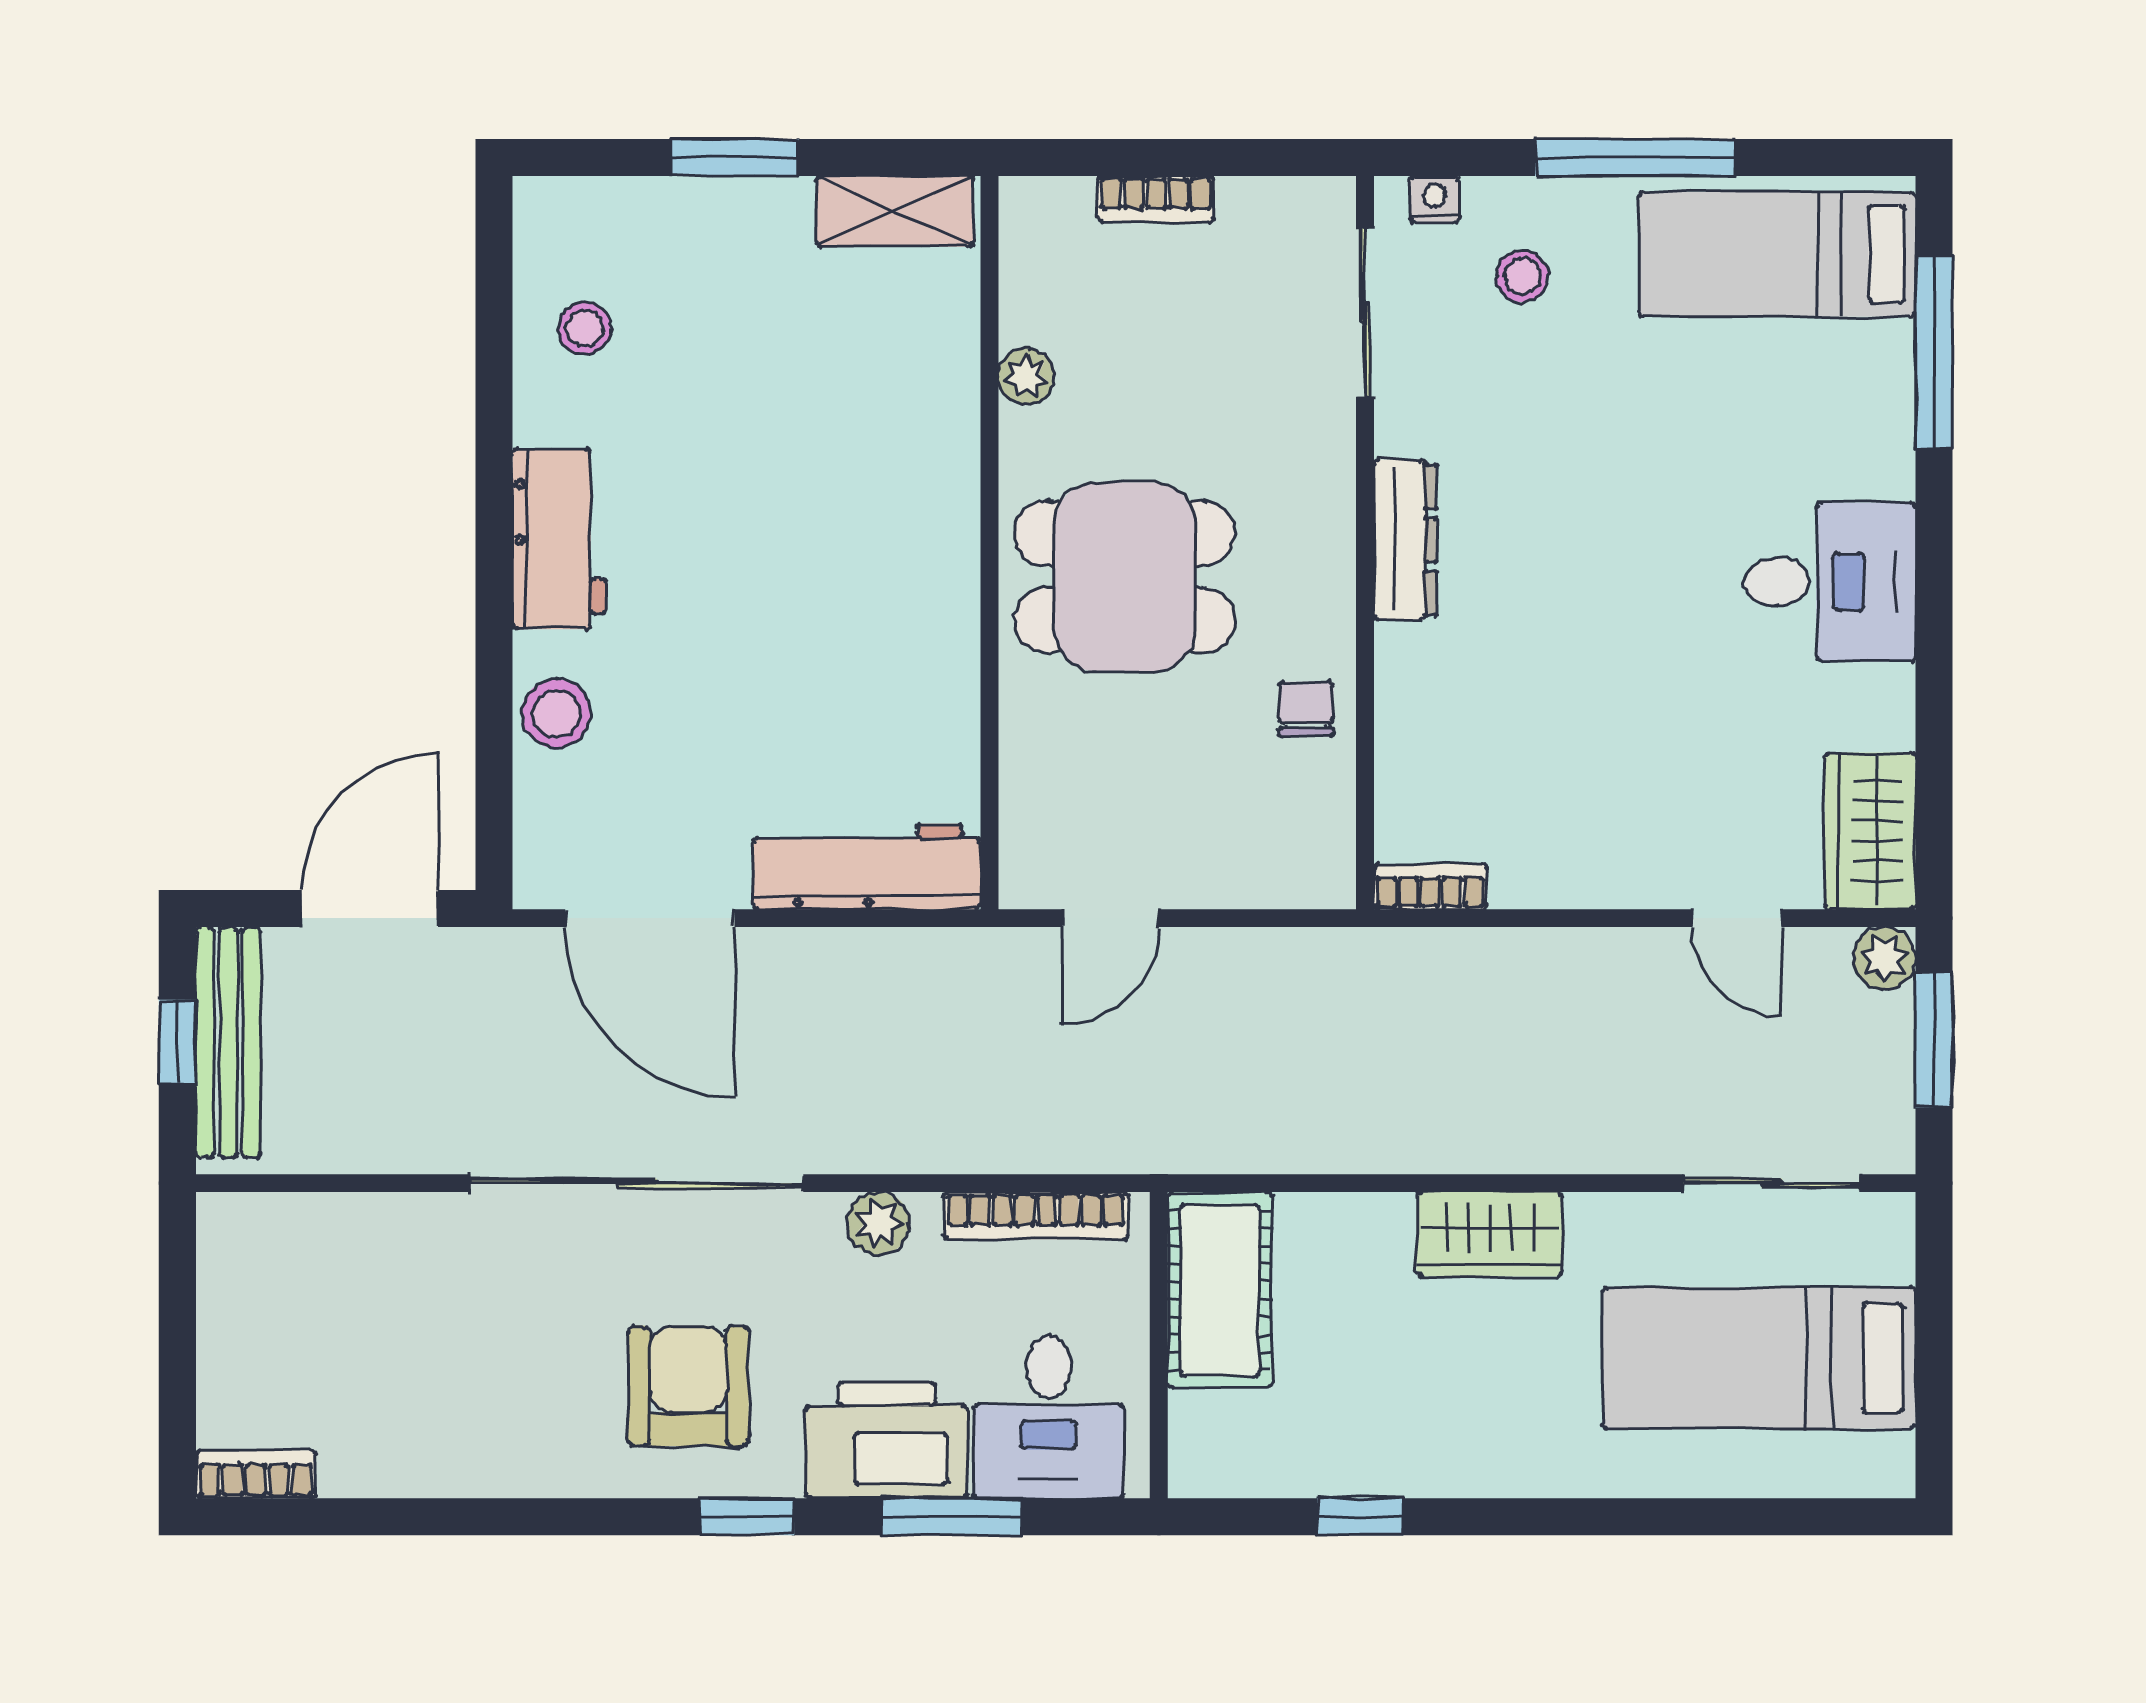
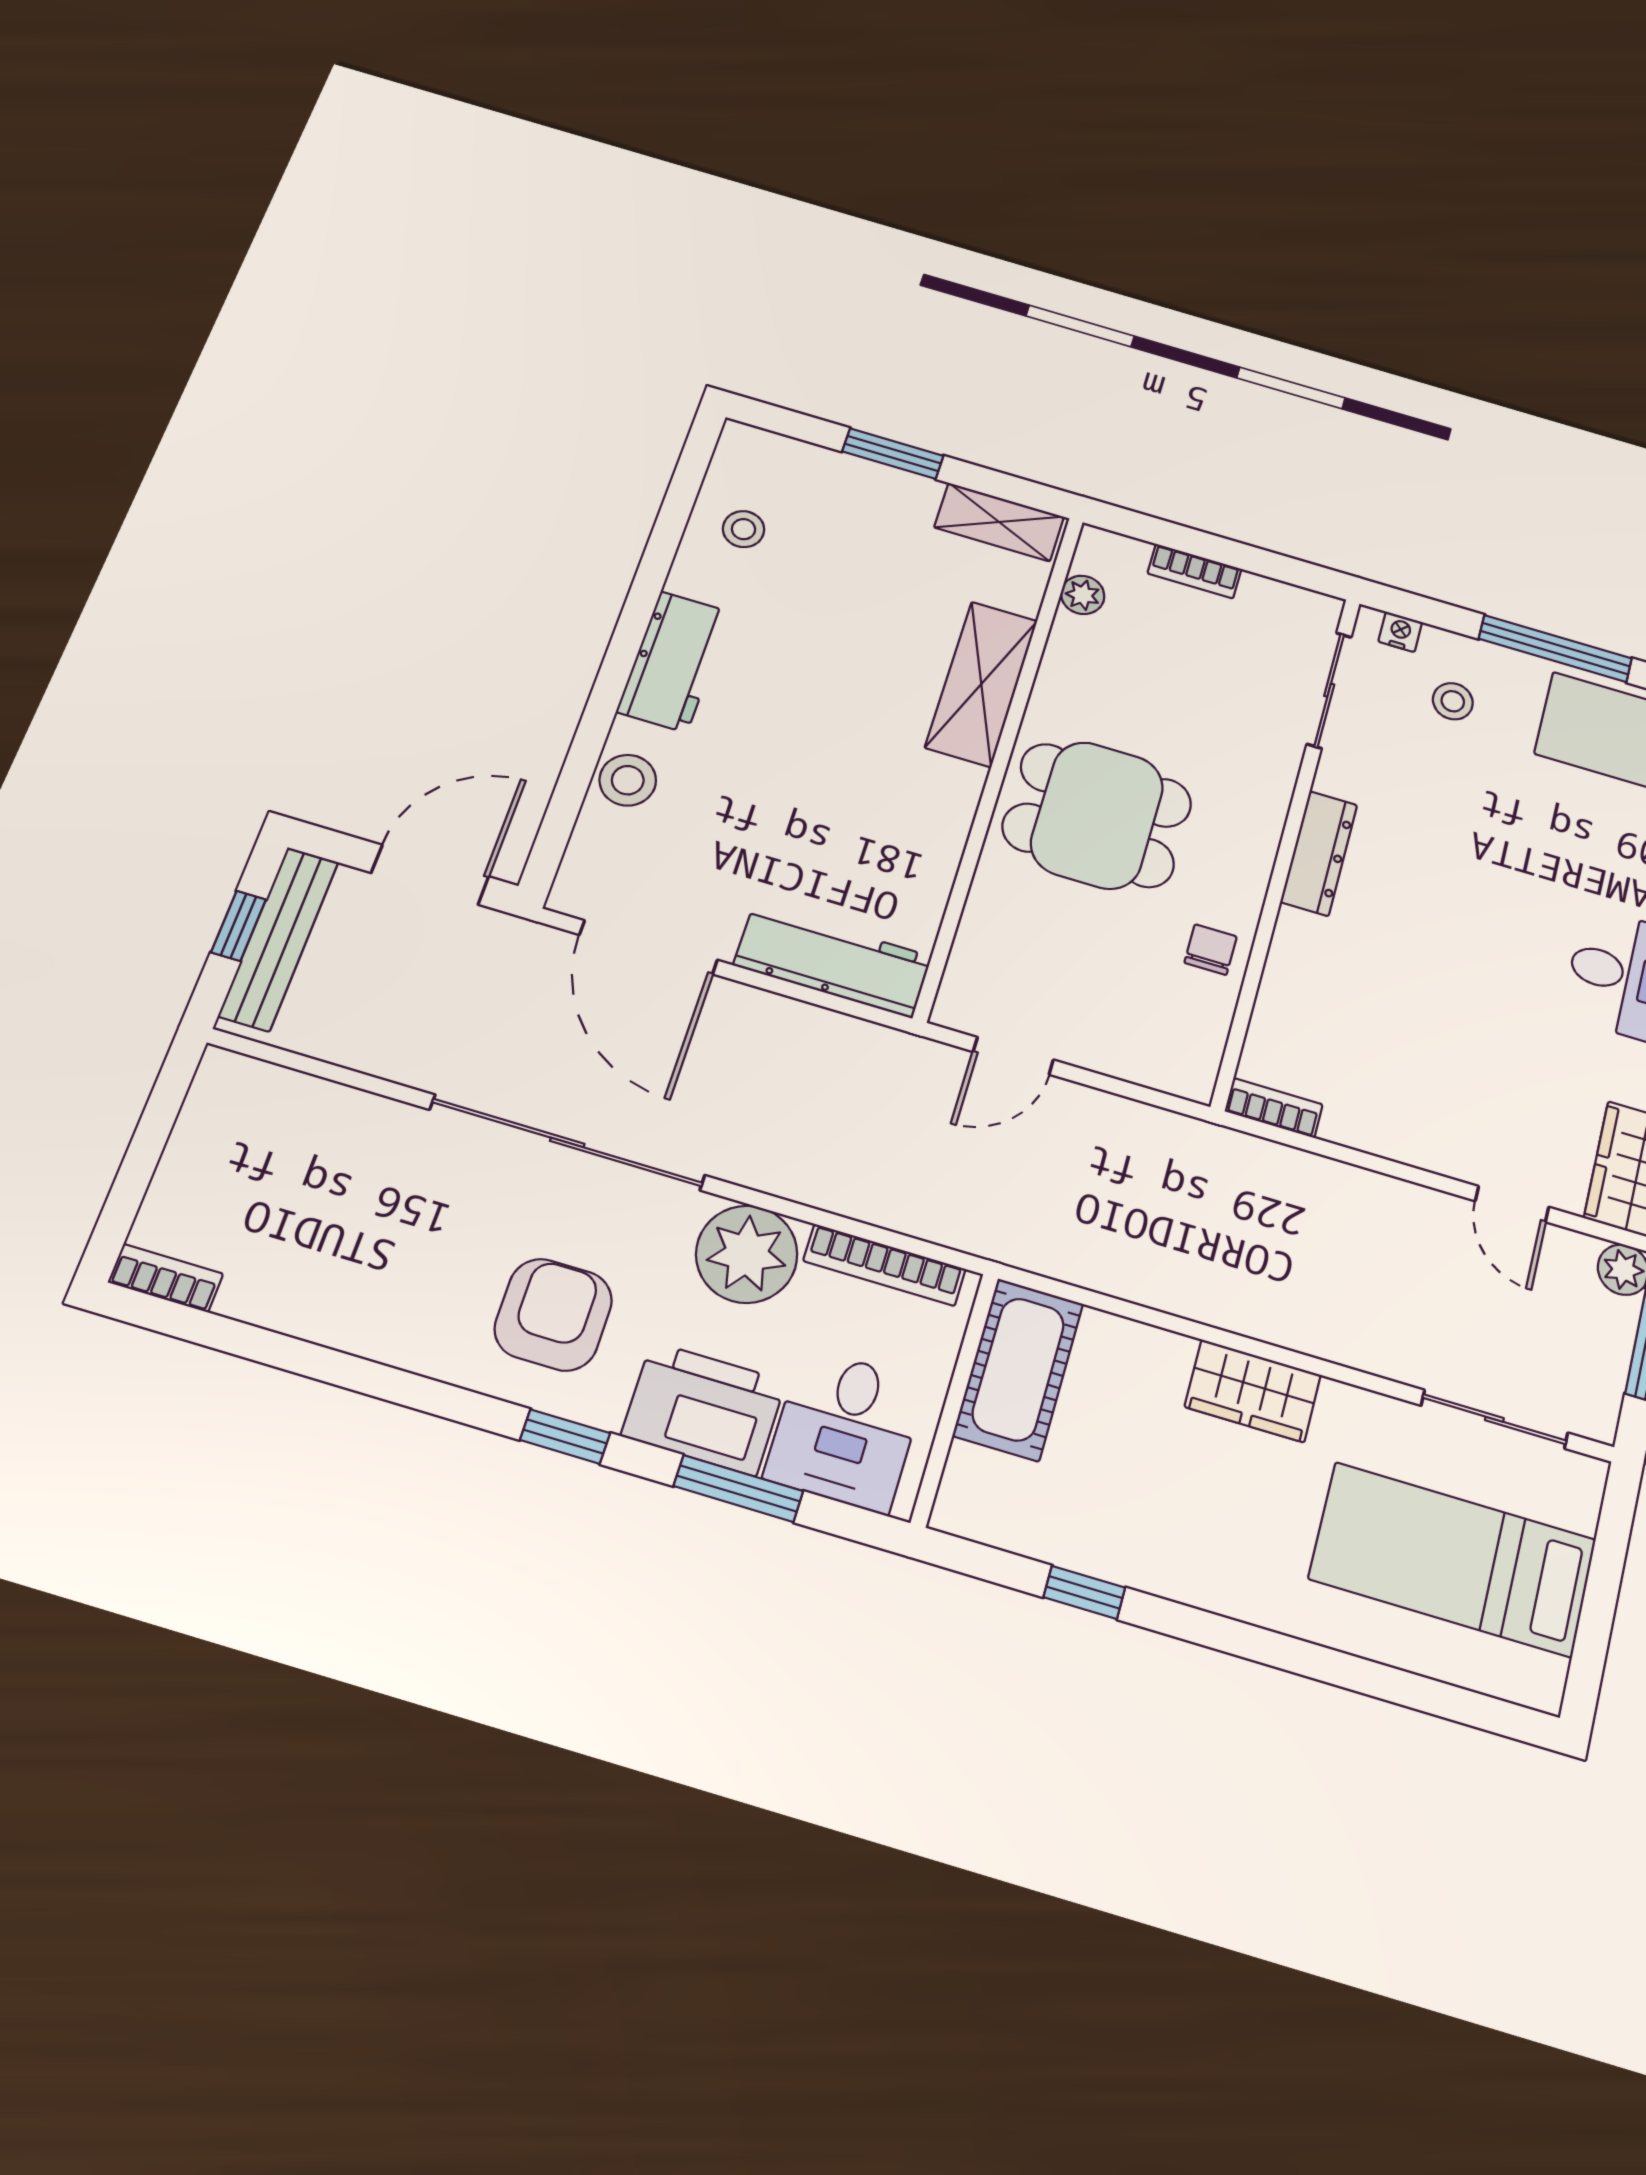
plant: (1026, 377) -> (1083, 595), moved
shelving: (937, 446) -> (981, 684), added
plant: (878, 1223) -> (747, 1254), width x1.87, depth x1.87

